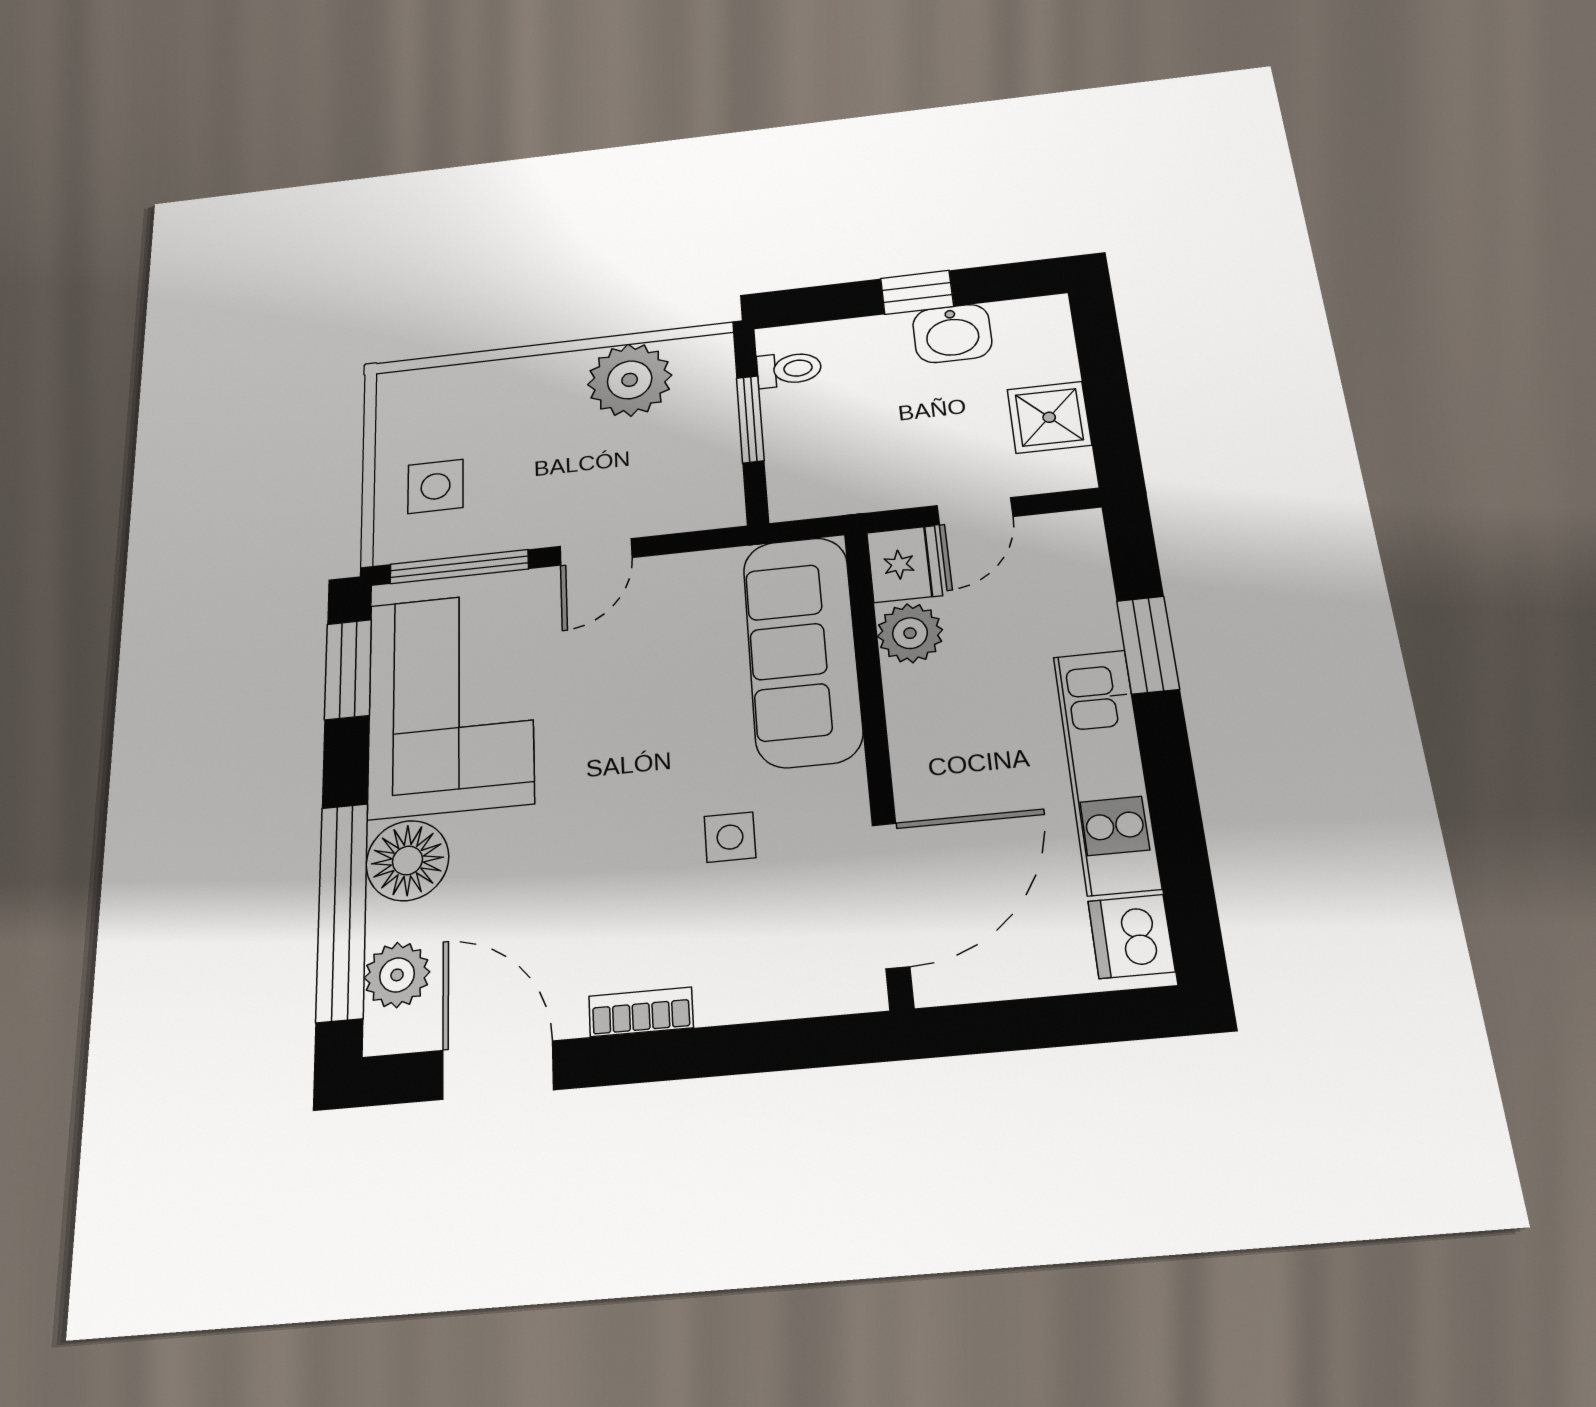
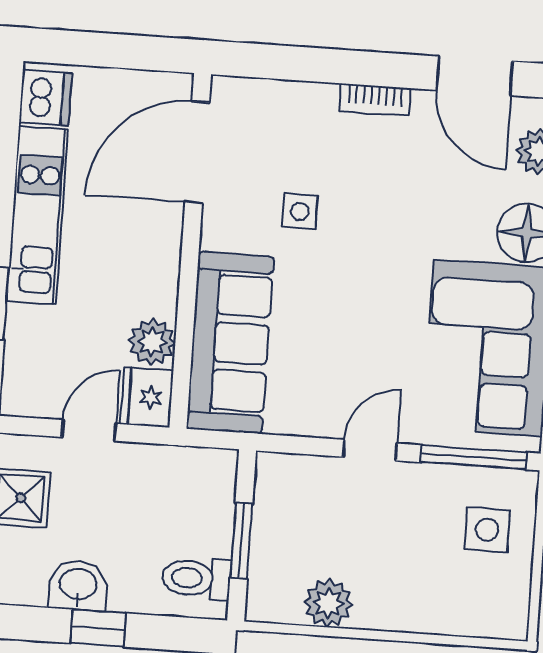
toilet: (789, 369) -> (196, 578), width x1.37, depth x1.39
plant: (630, 380) -> (328, 603), width x0.73, depth x0.73

